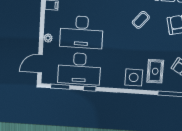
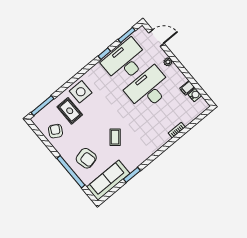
door: (40, 64) -> (156, 38), hinge flipped

